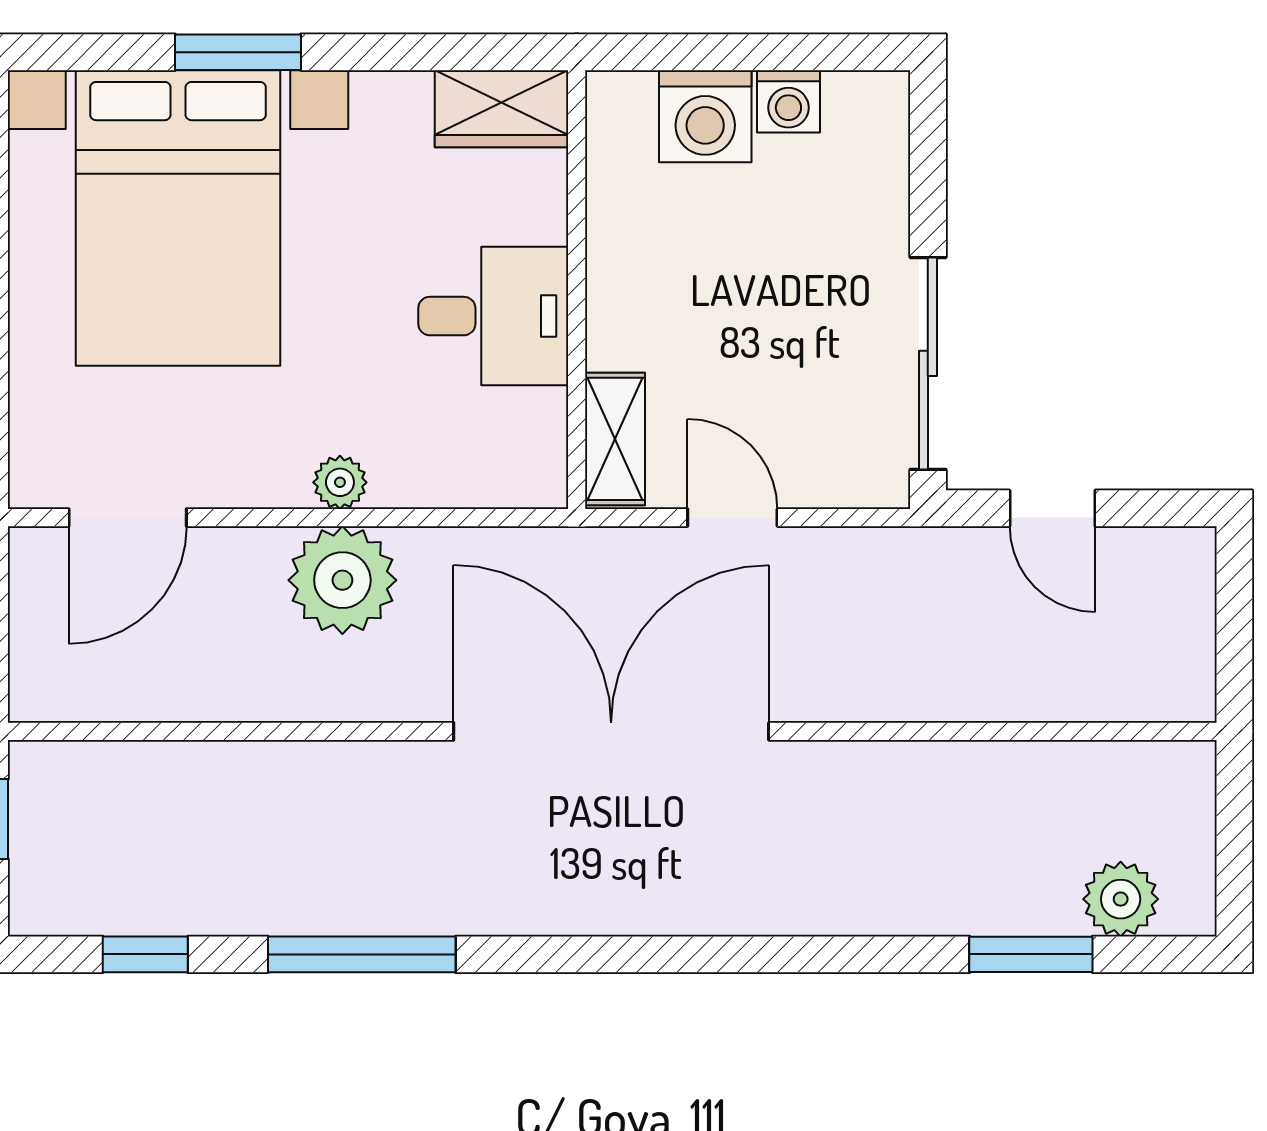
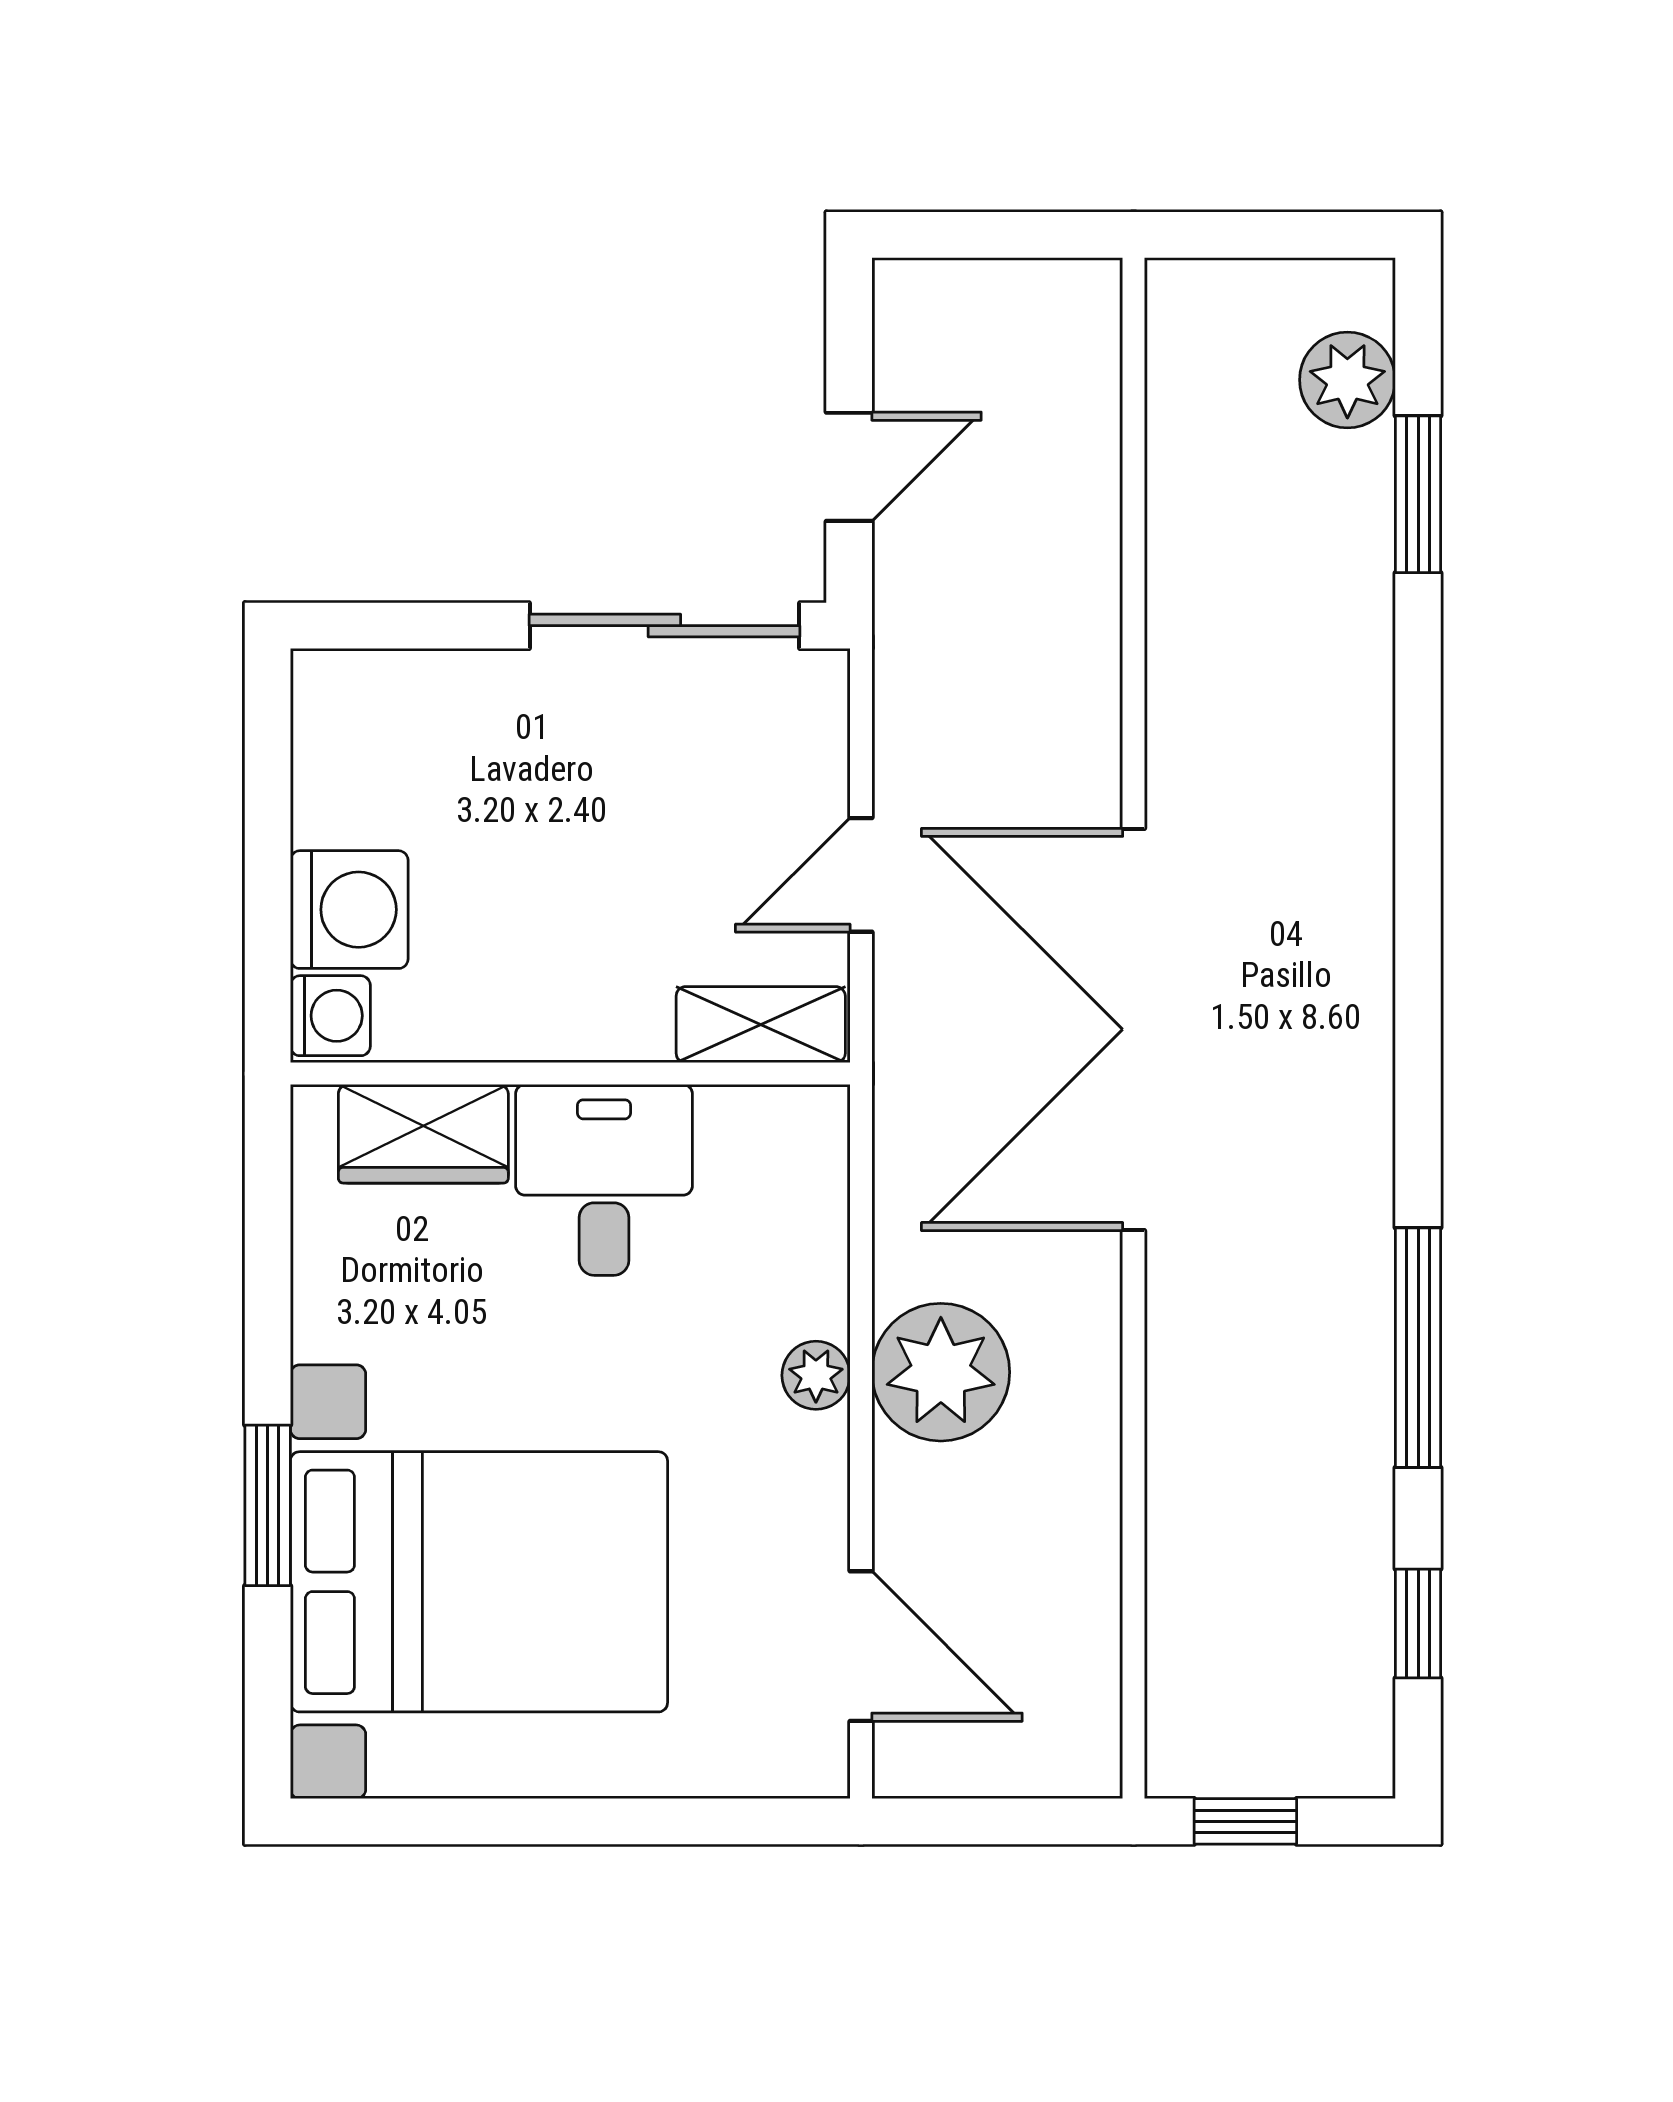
washing machine: (788, 101) -> (330, 1016), moved
wardrobe: (501, 109) -> (423, 1134), moved, turned 90

